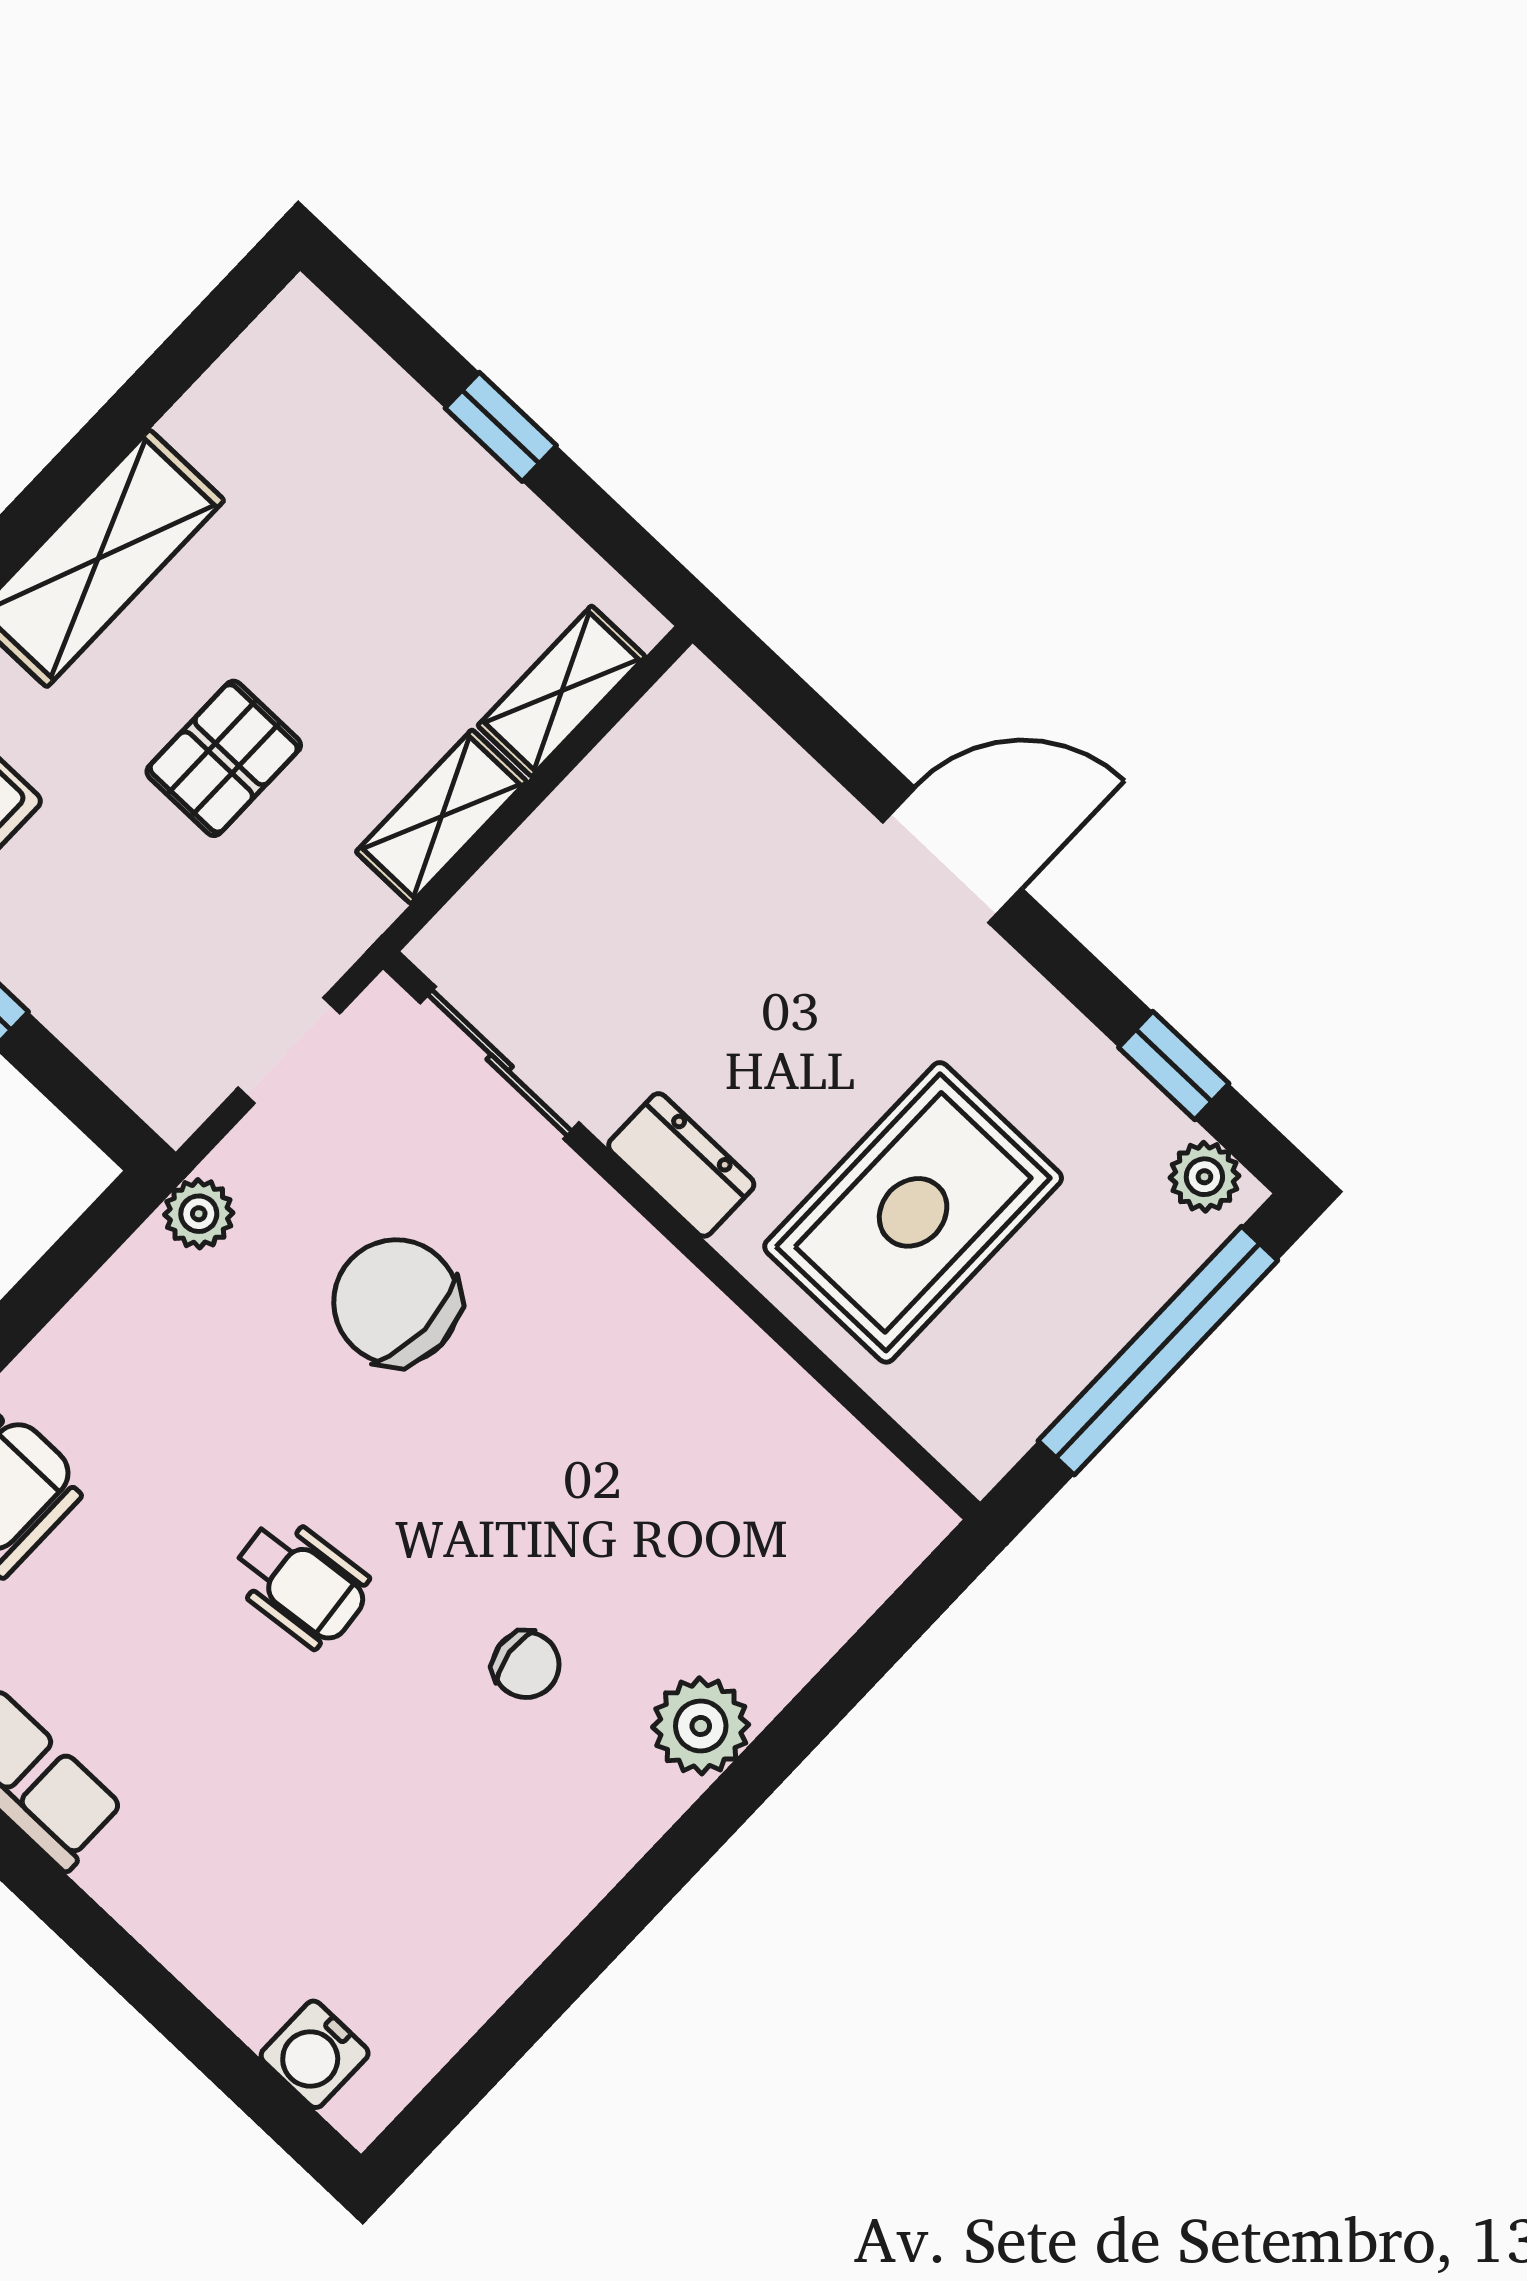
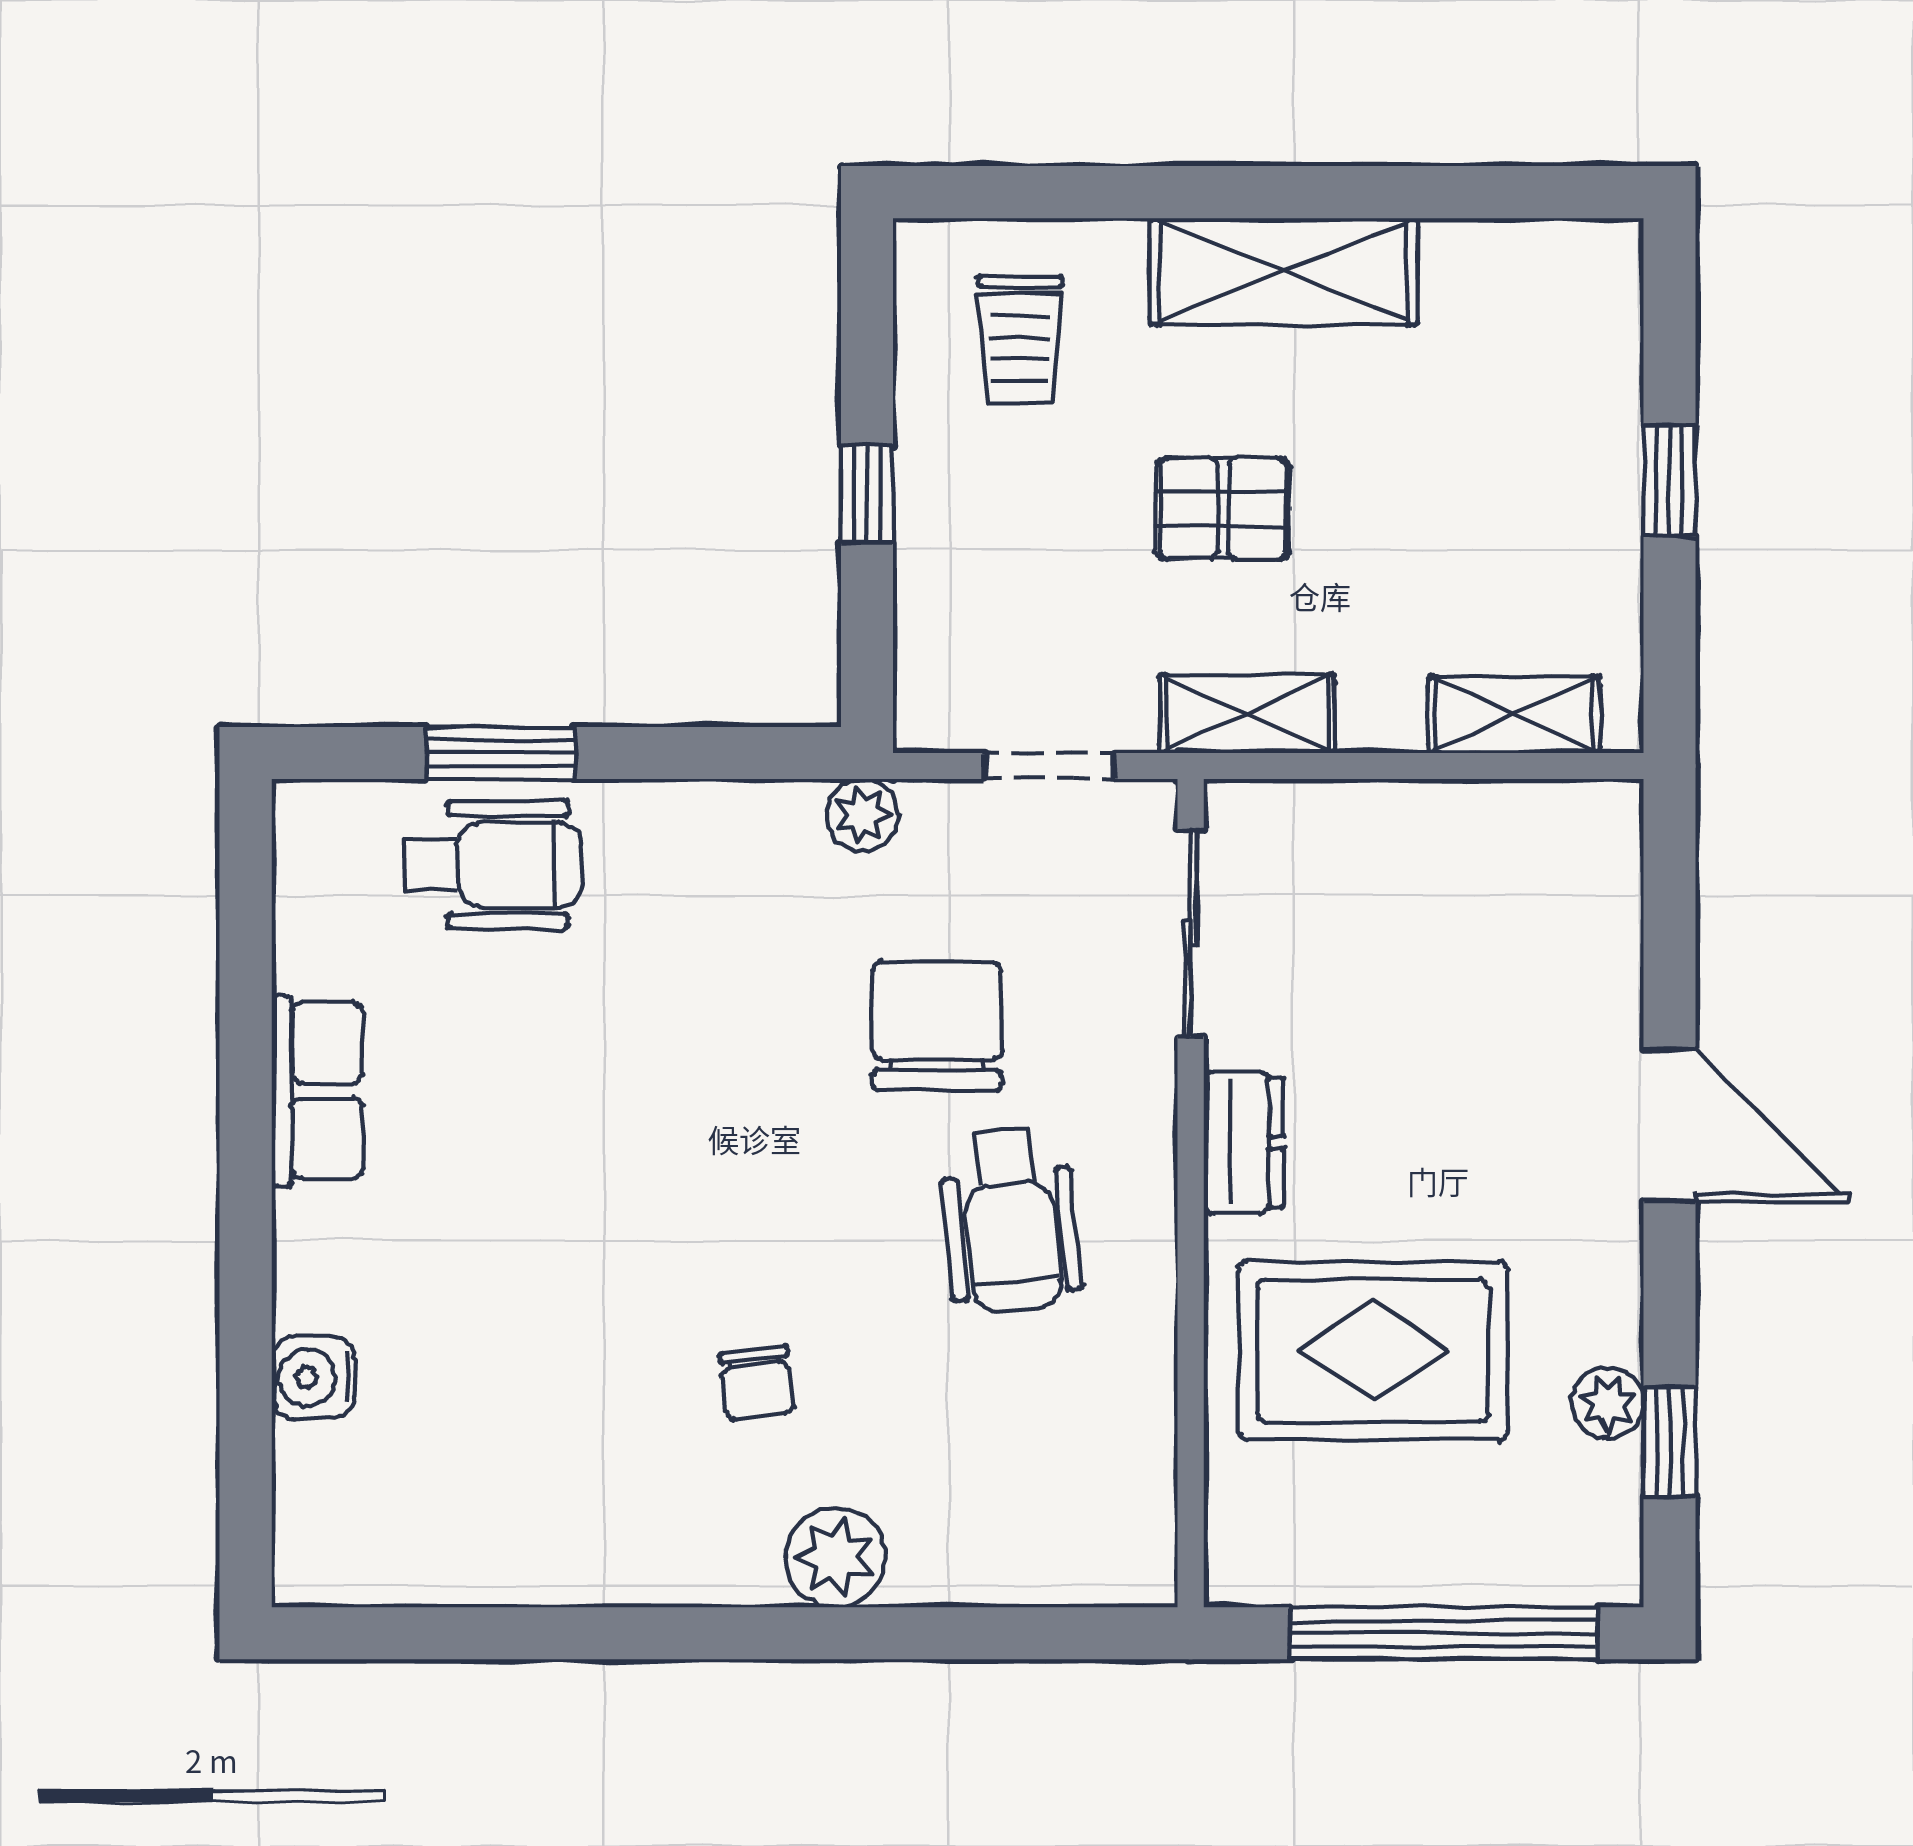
shelving: (441, 817) -> (1247, 714), moved
plant: (1204, 1177) -> (1608, 1403), moved
wheelchair: (301, 1582) -> (1010, 1220), moved, width x1.36, depth x1.37
water cooler: (315, 2054) -> (313, 1378), moved

